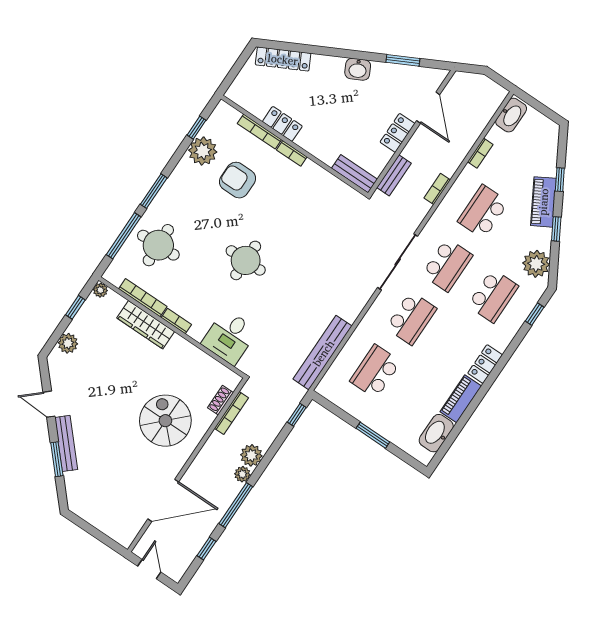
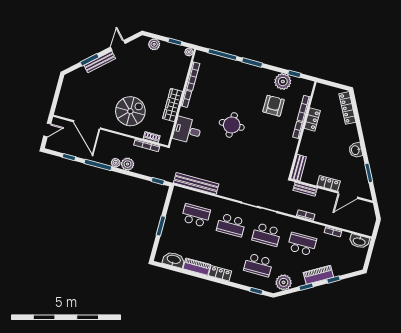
round table: (158, 245) -> (224, 75), removed
wardrobe: (146, 325) -> (173, 105), moved

